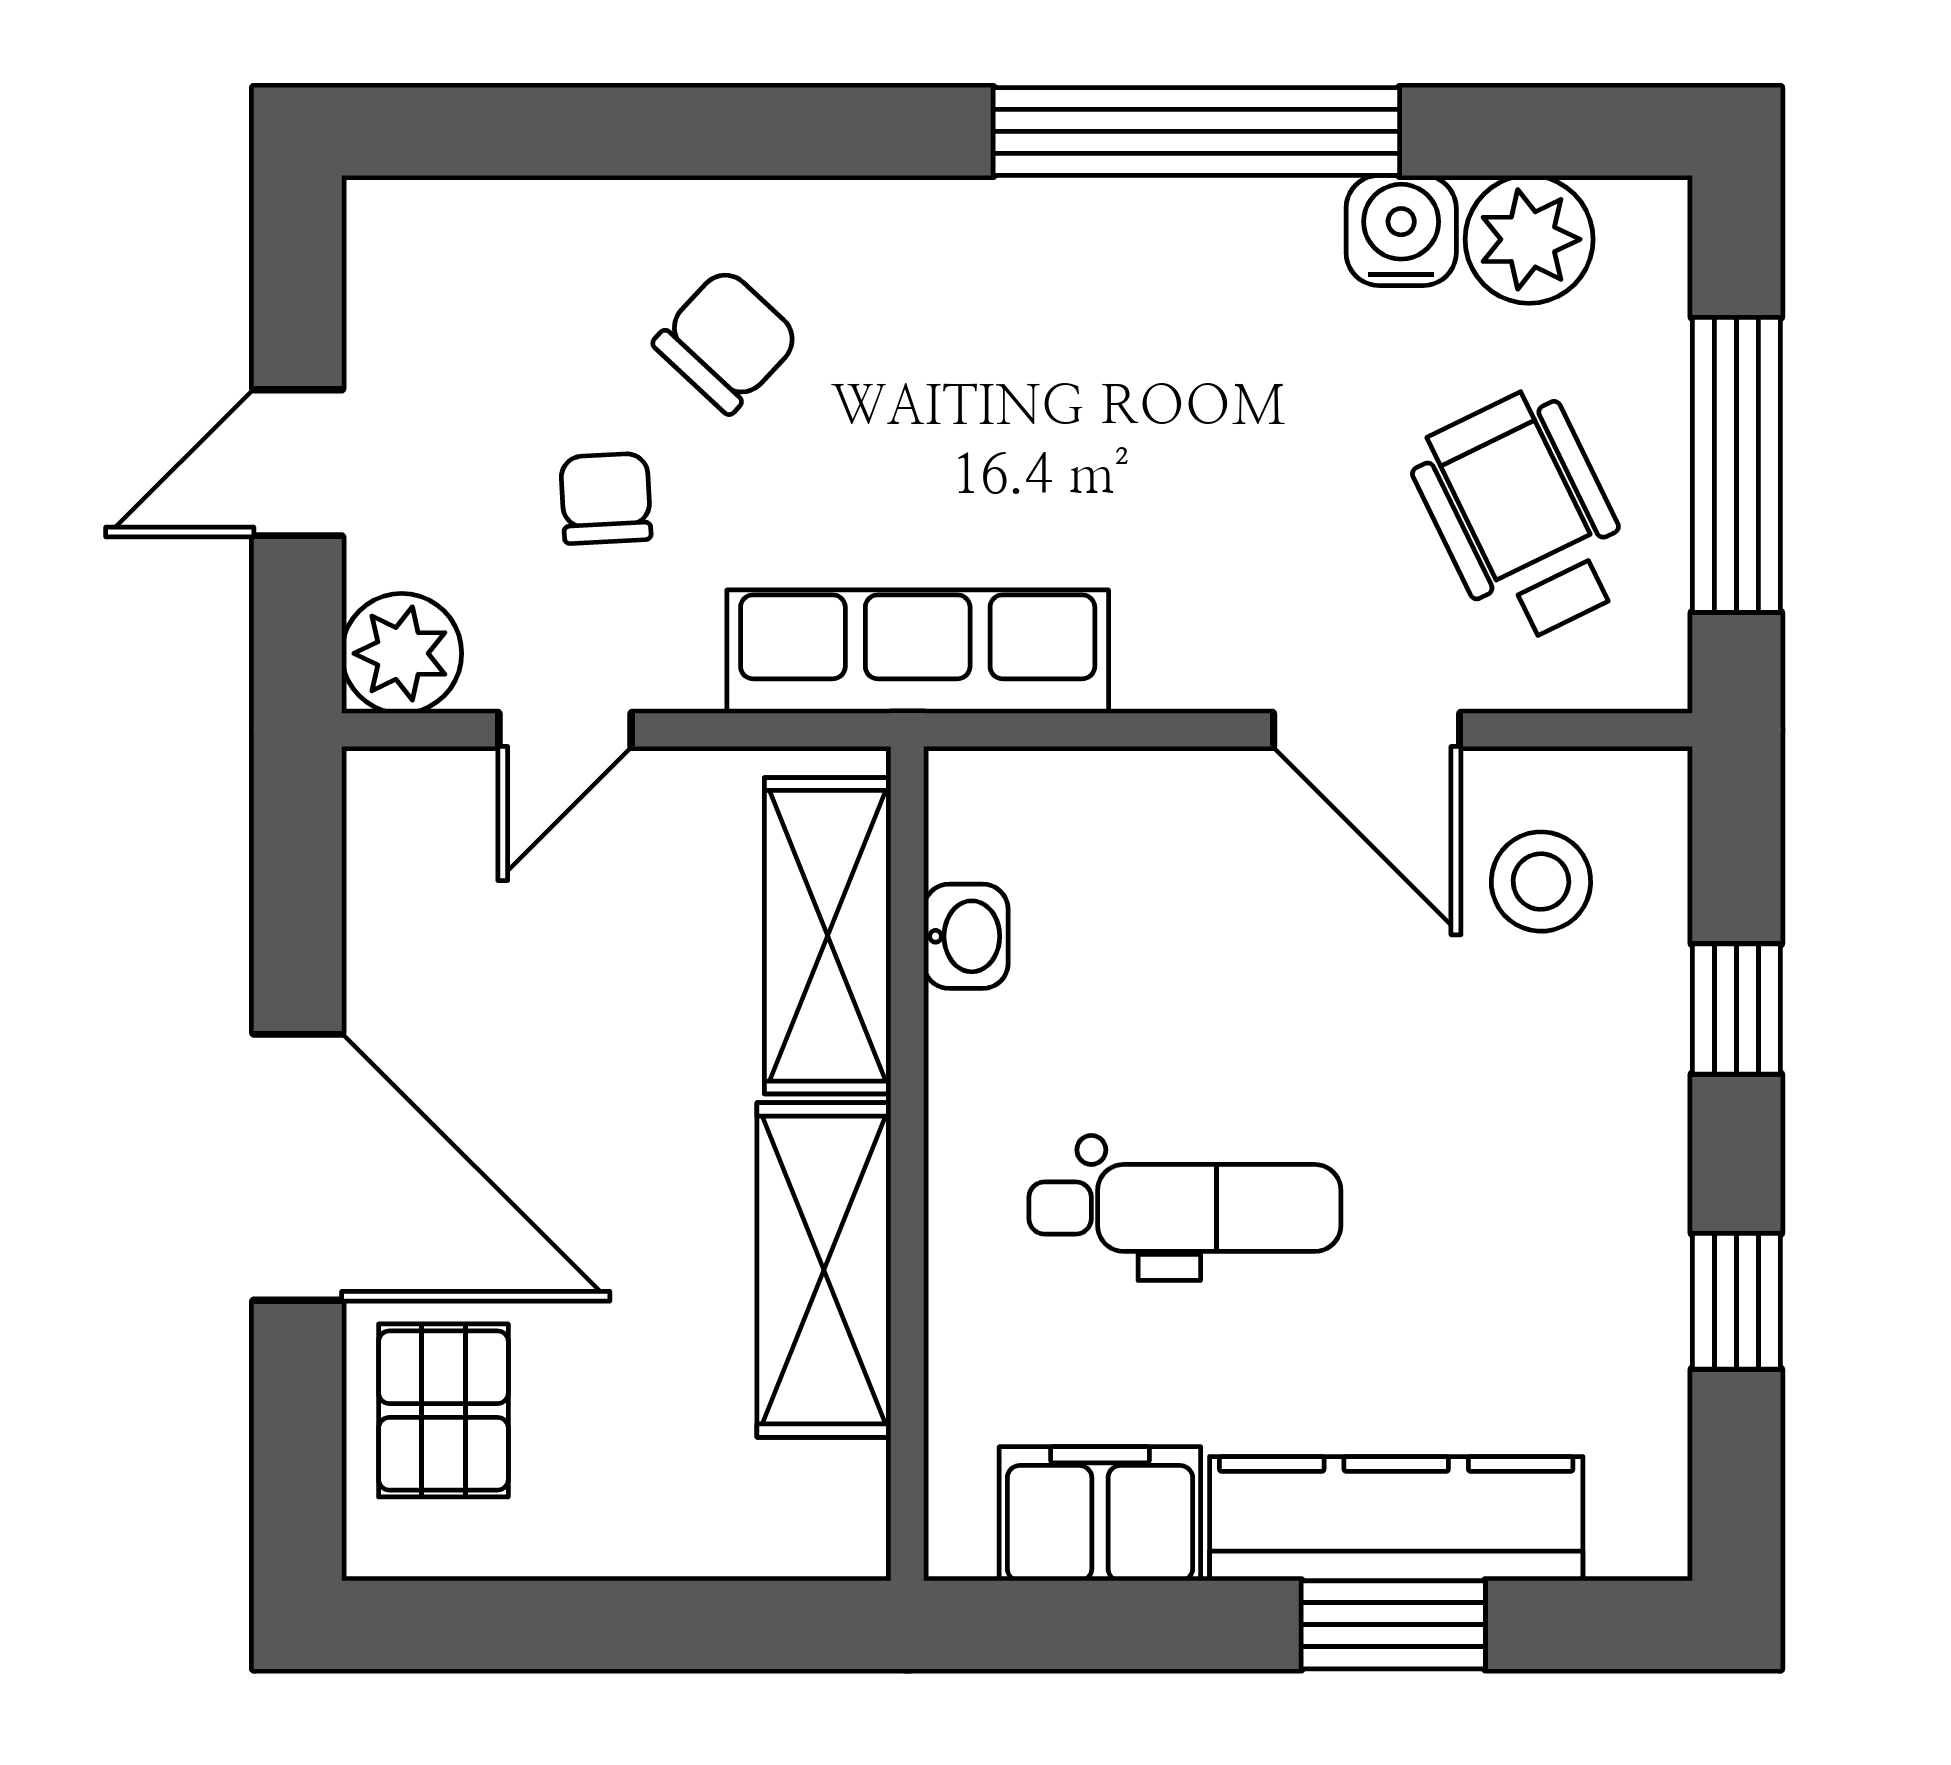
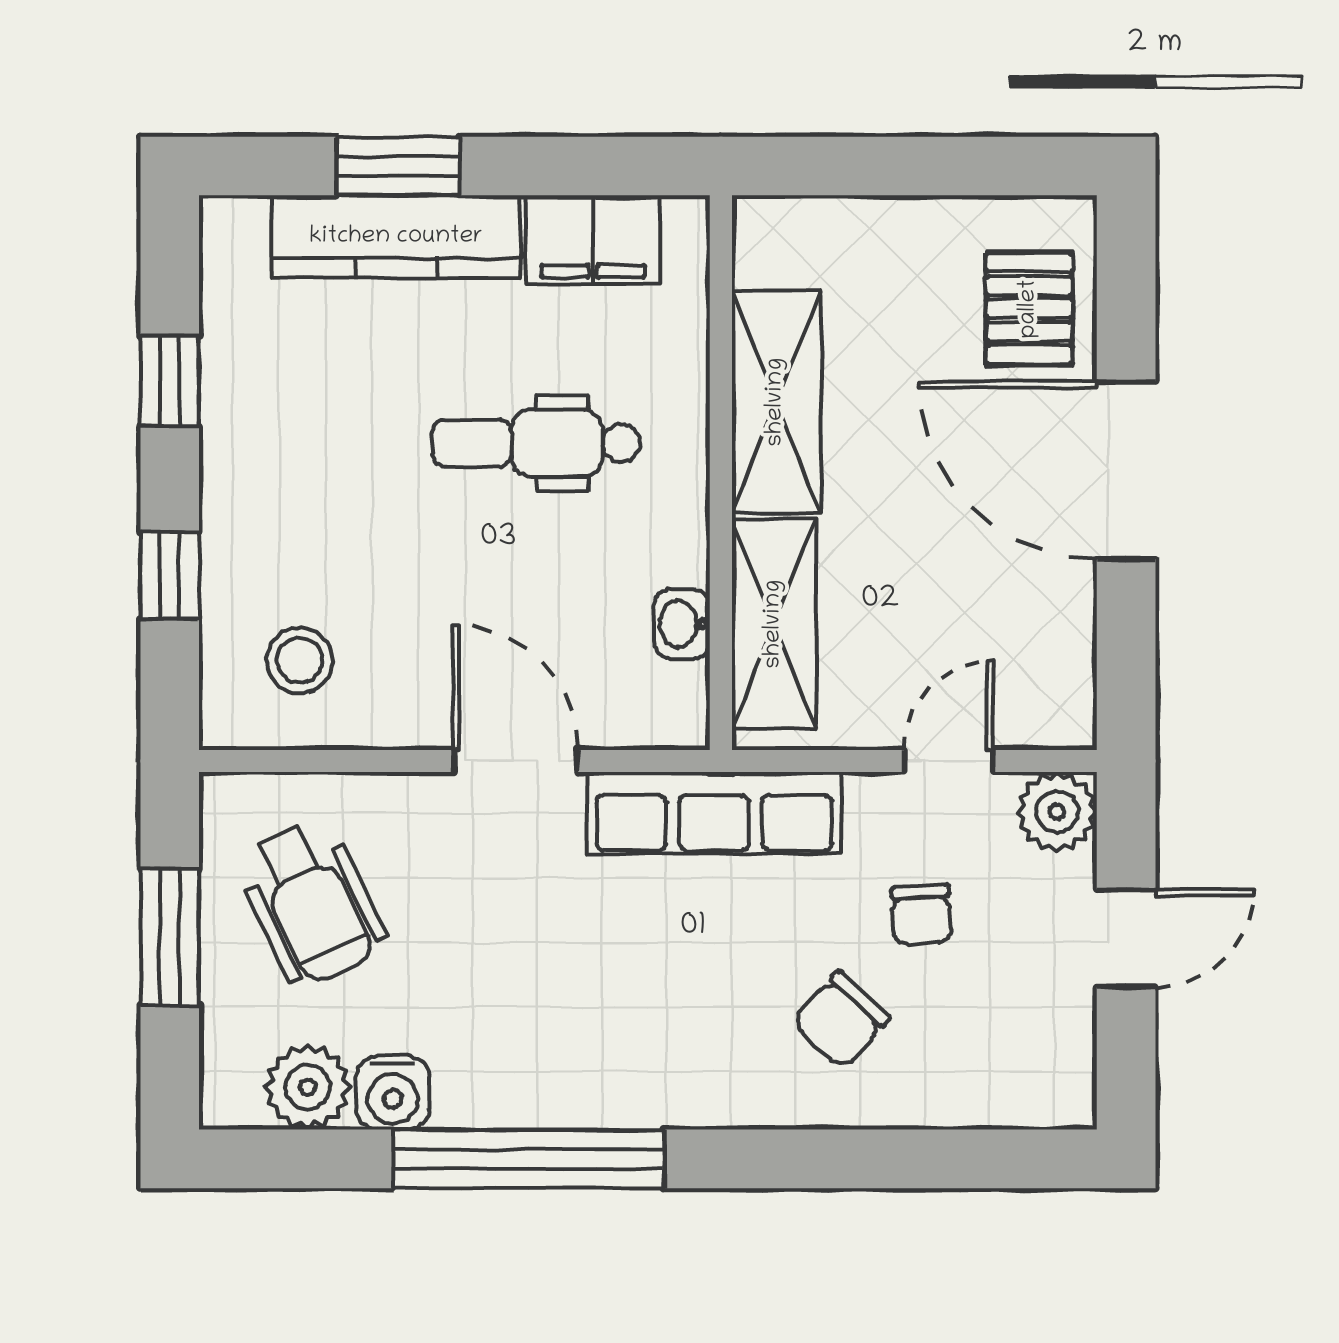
window: (1736, 465) -> (170, 937), width x0.69
door: (1367, 730) -> (516, 761), moved

